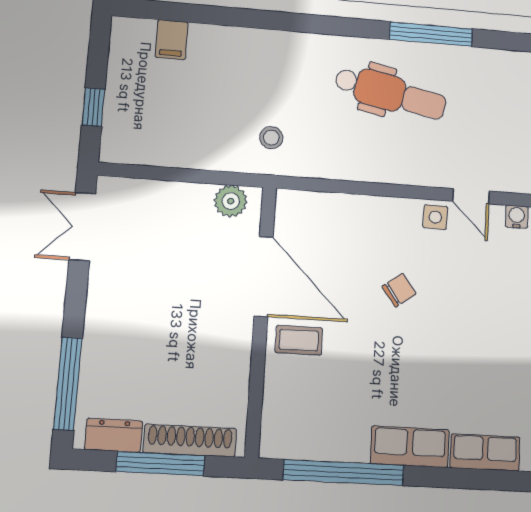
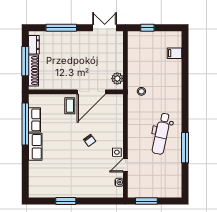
window: (68, 384) -> (61, 28), moved
row of seats: (485, 452) -> (35, 120), moved

